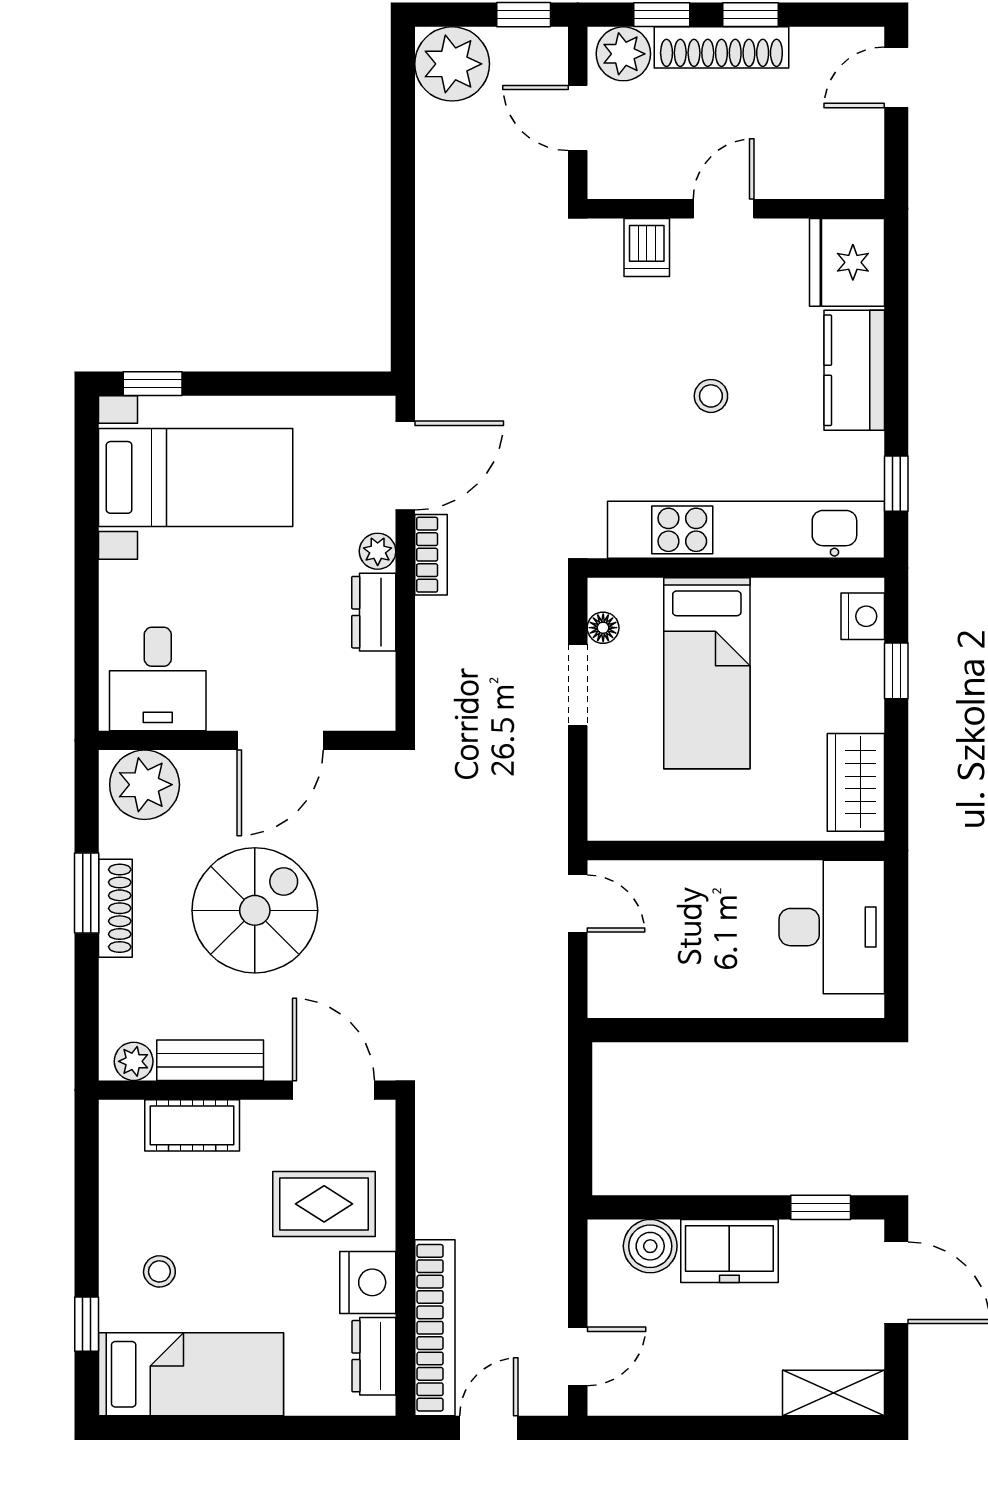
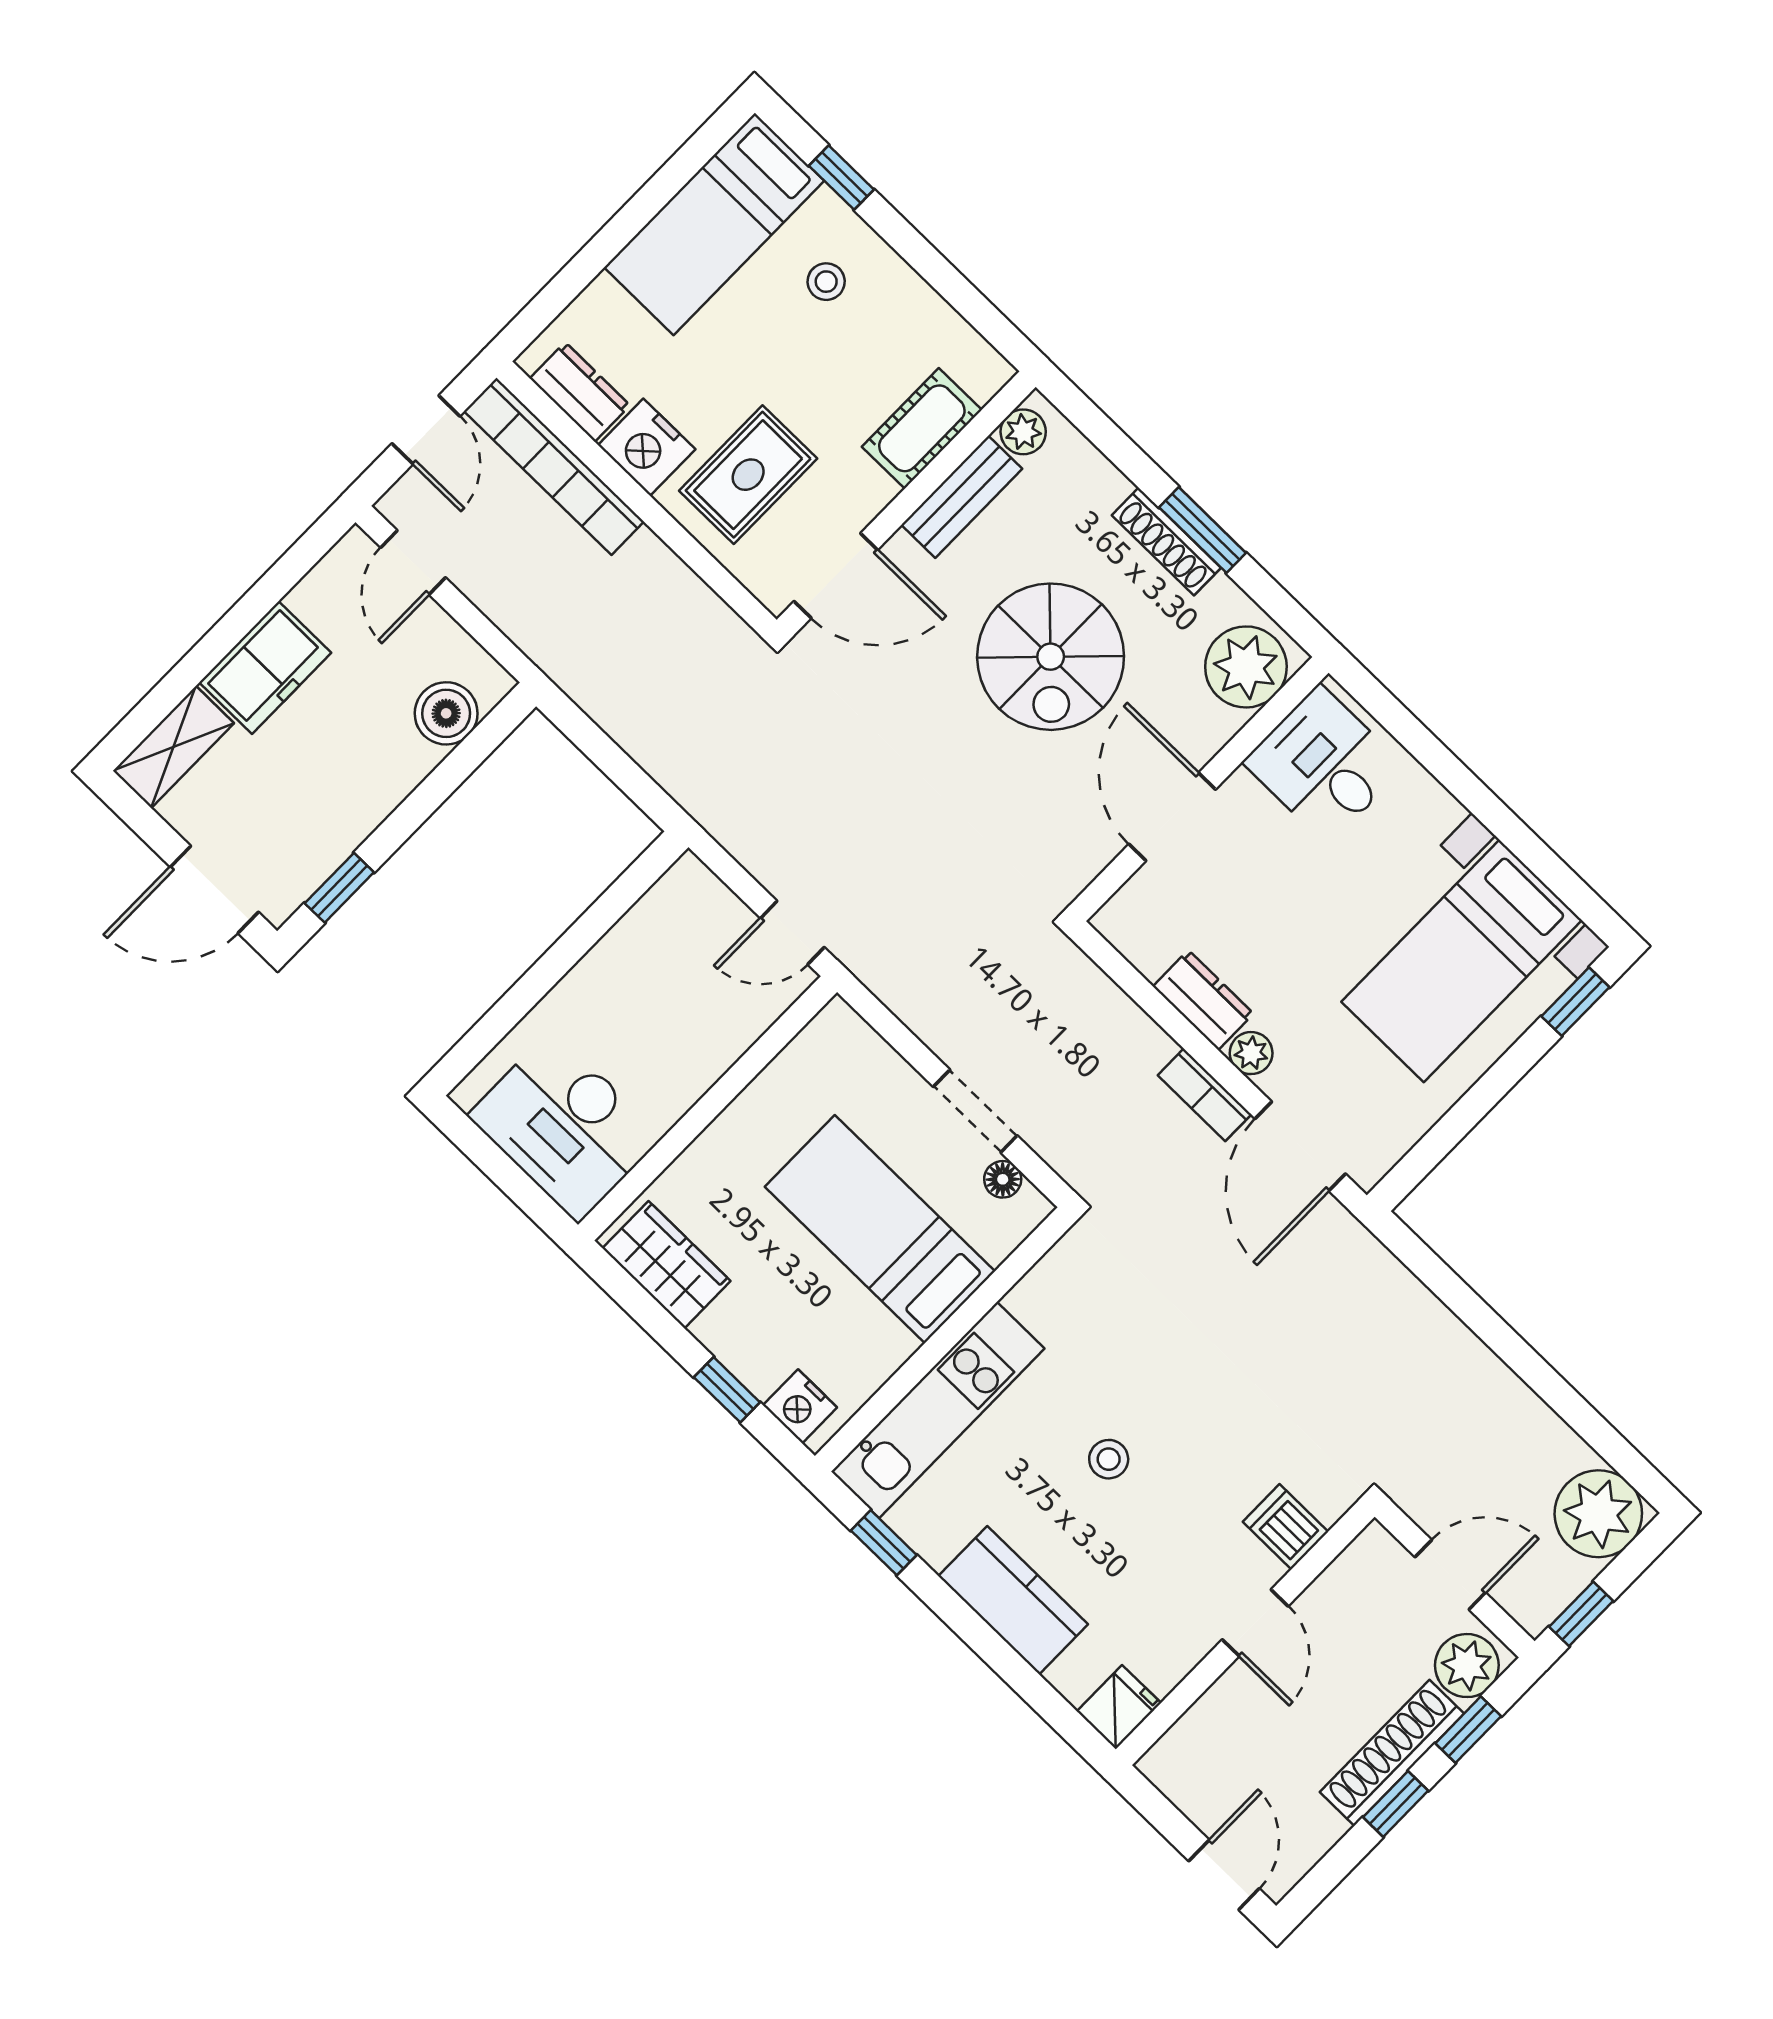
fridge: (847, 262) -> (1119, 1707), width x0.53, depth x0.75
kitchen unit: (746, 530) -> (938, 1410), width x0.73
freezer: (729, 1251) -> (265, 668), moved, turned 180

